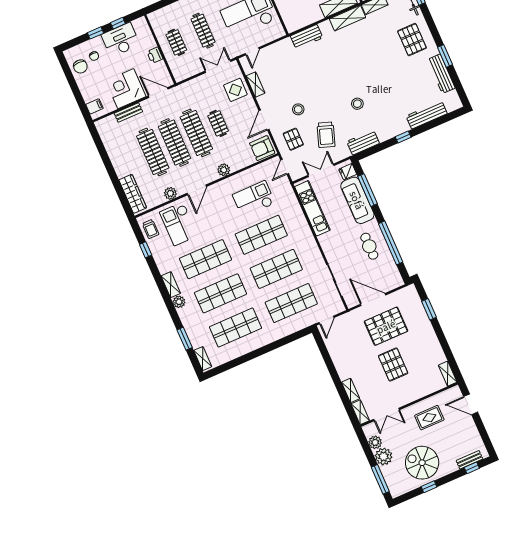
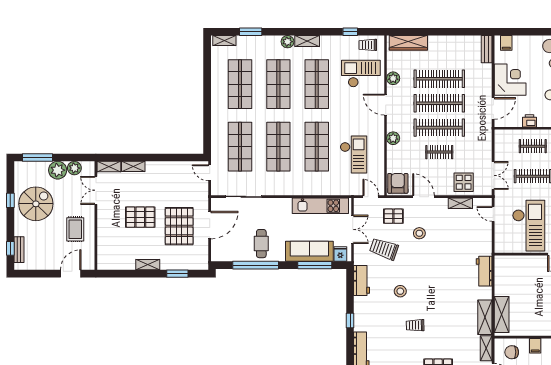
trolley: (382, 77) -> (415, 325), added
bench: (128, 112) -> (487, 49), moved
cafe table: (369, 246) -> (261, 244), turned 90
shelving: (448, 374) -> (148, 265), moved

